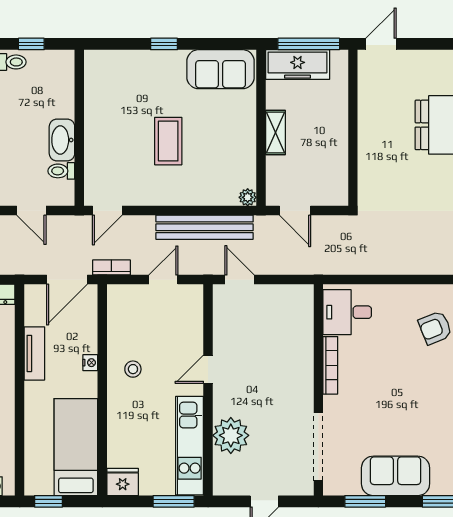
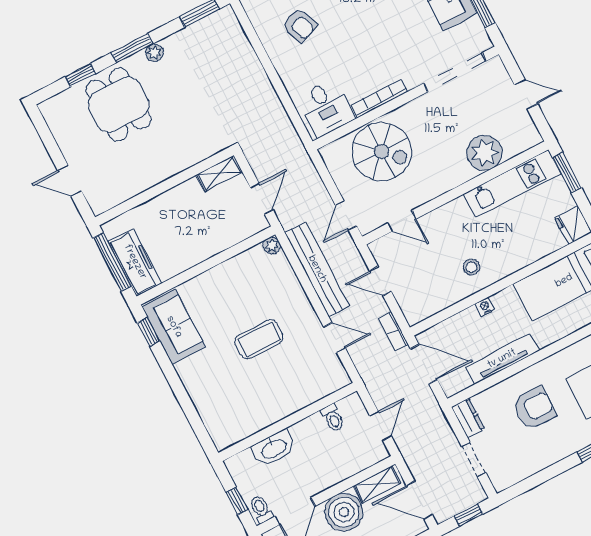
window: (164, 44) -> (148, 332), moved
door: (381, 44) -> (70, 181), moved
shelving: (275, 133) -> (219, 173), moved
washbasin: (62, 140) -> (274, 448), moved
door: (107, 211) -> (334, 338), moved
spiral stairs: (281, 342) -> (381, 151), added
tv unit: (34, 353) -> (502, 359), width x1.41
door: (208, 369) -> (402, 221), moved

